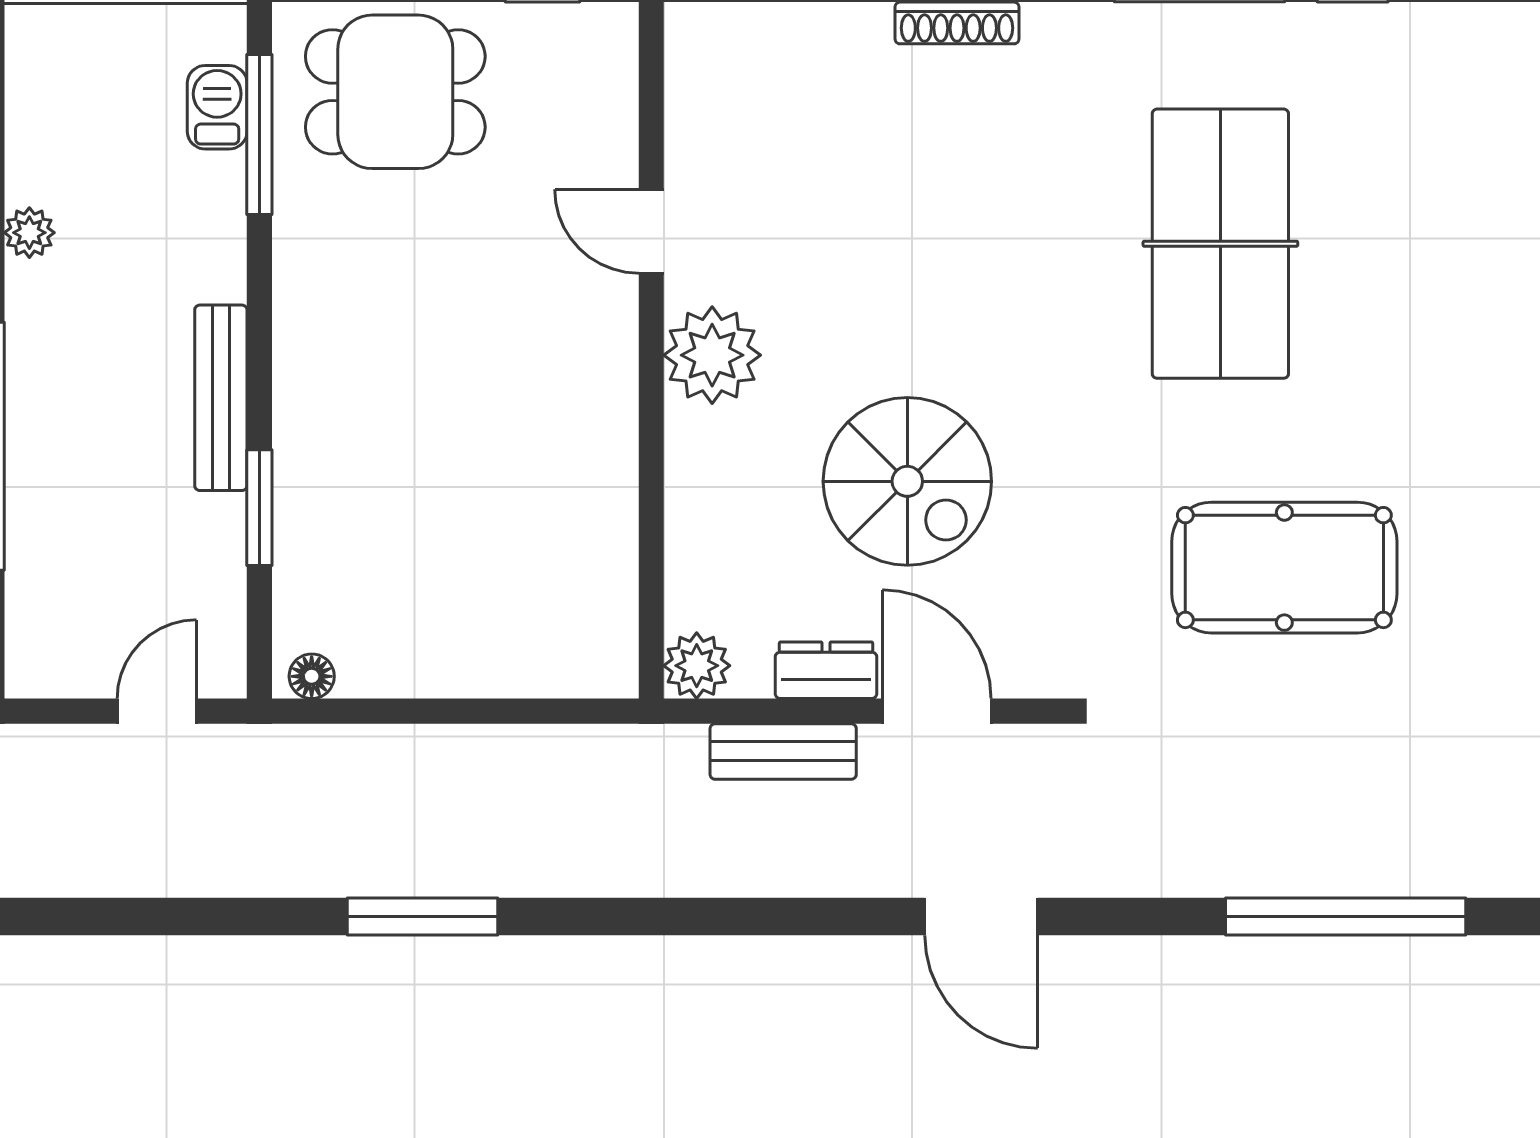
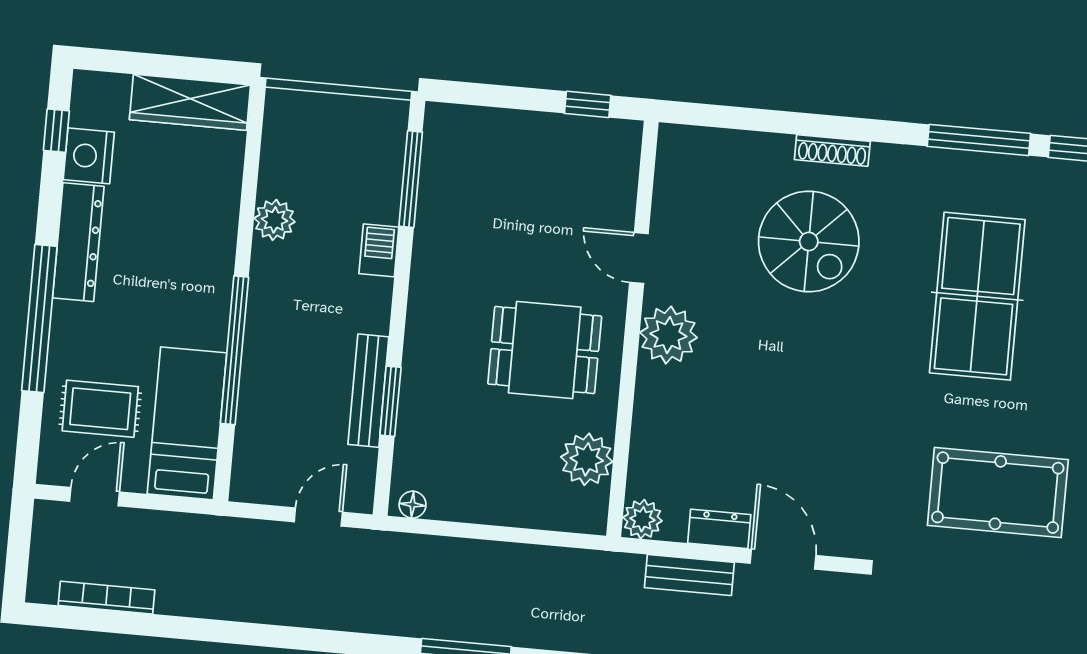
dining table: (395, 92) -> (545, 350), moved
barbecue: (217, 107) -> (379, 250), moved
plant: (29, 233) -> (274, 220), width x1.38, depth x1.38
bench: (221, 398) -> (368, 391), moved
spiral stairs: (907, 481) -> (809, 241), moved
plant: (595, 575) -> (587, 459), added

